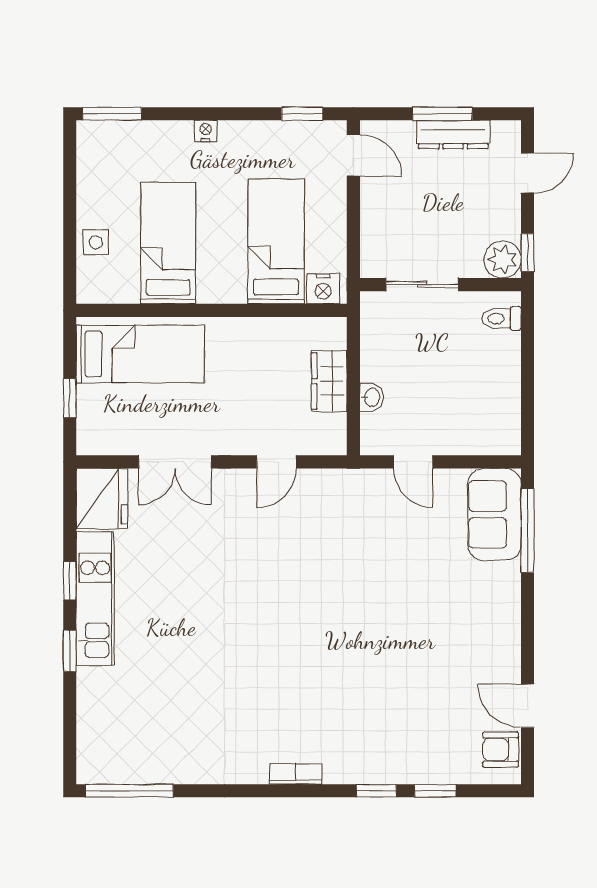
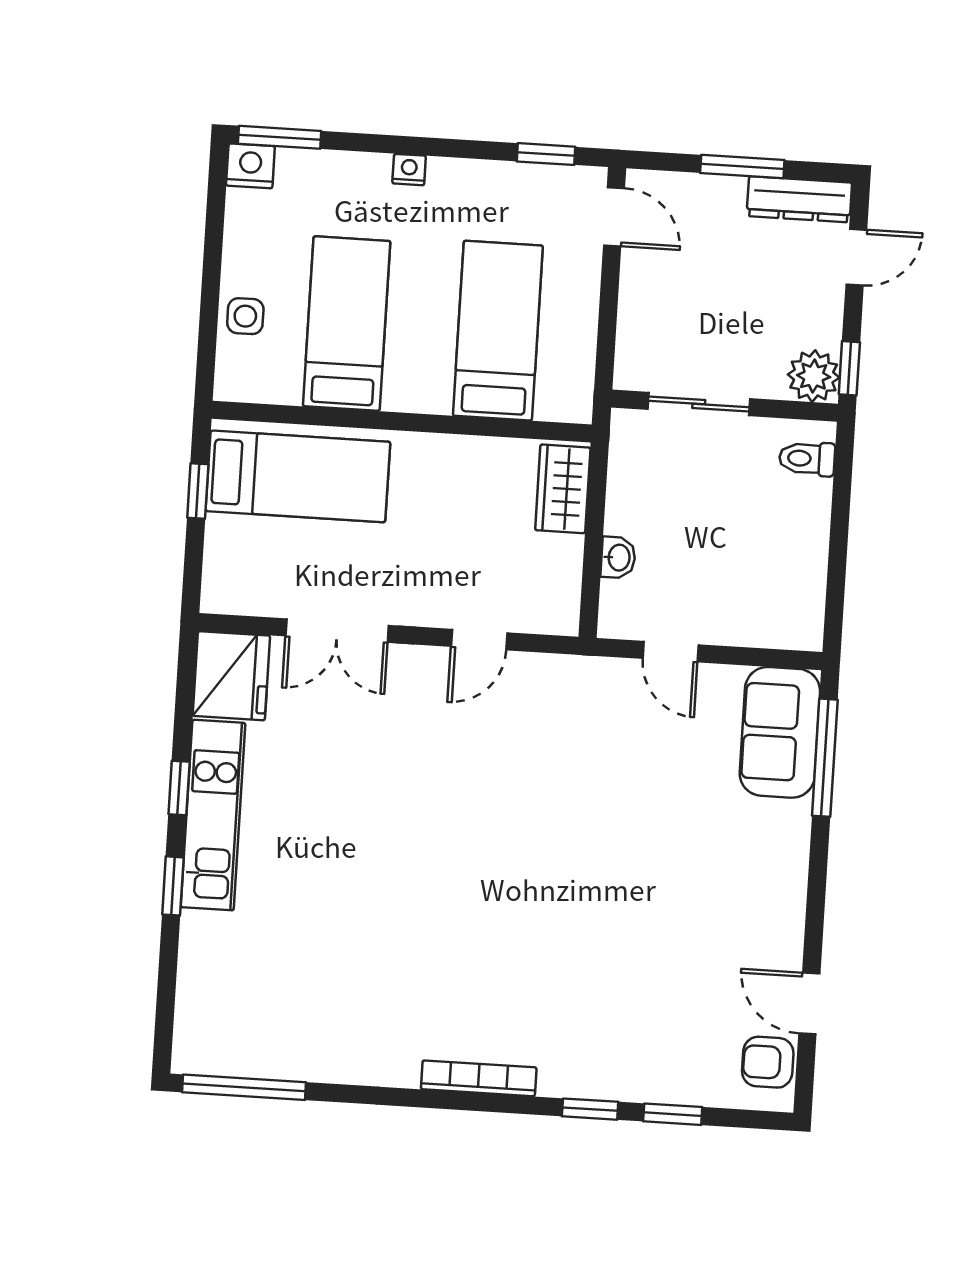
dresser: (453, 135) -> (799, 199), moved
nightstand: (323, 289) -> (250, 166), moved, turned 180
wardrobe: (329, 381) -> (563, 489), moved
window: (70, 398) -> (198, 491), moved
bookcase: (296, 774) -> (479, 1078), width x1.56

